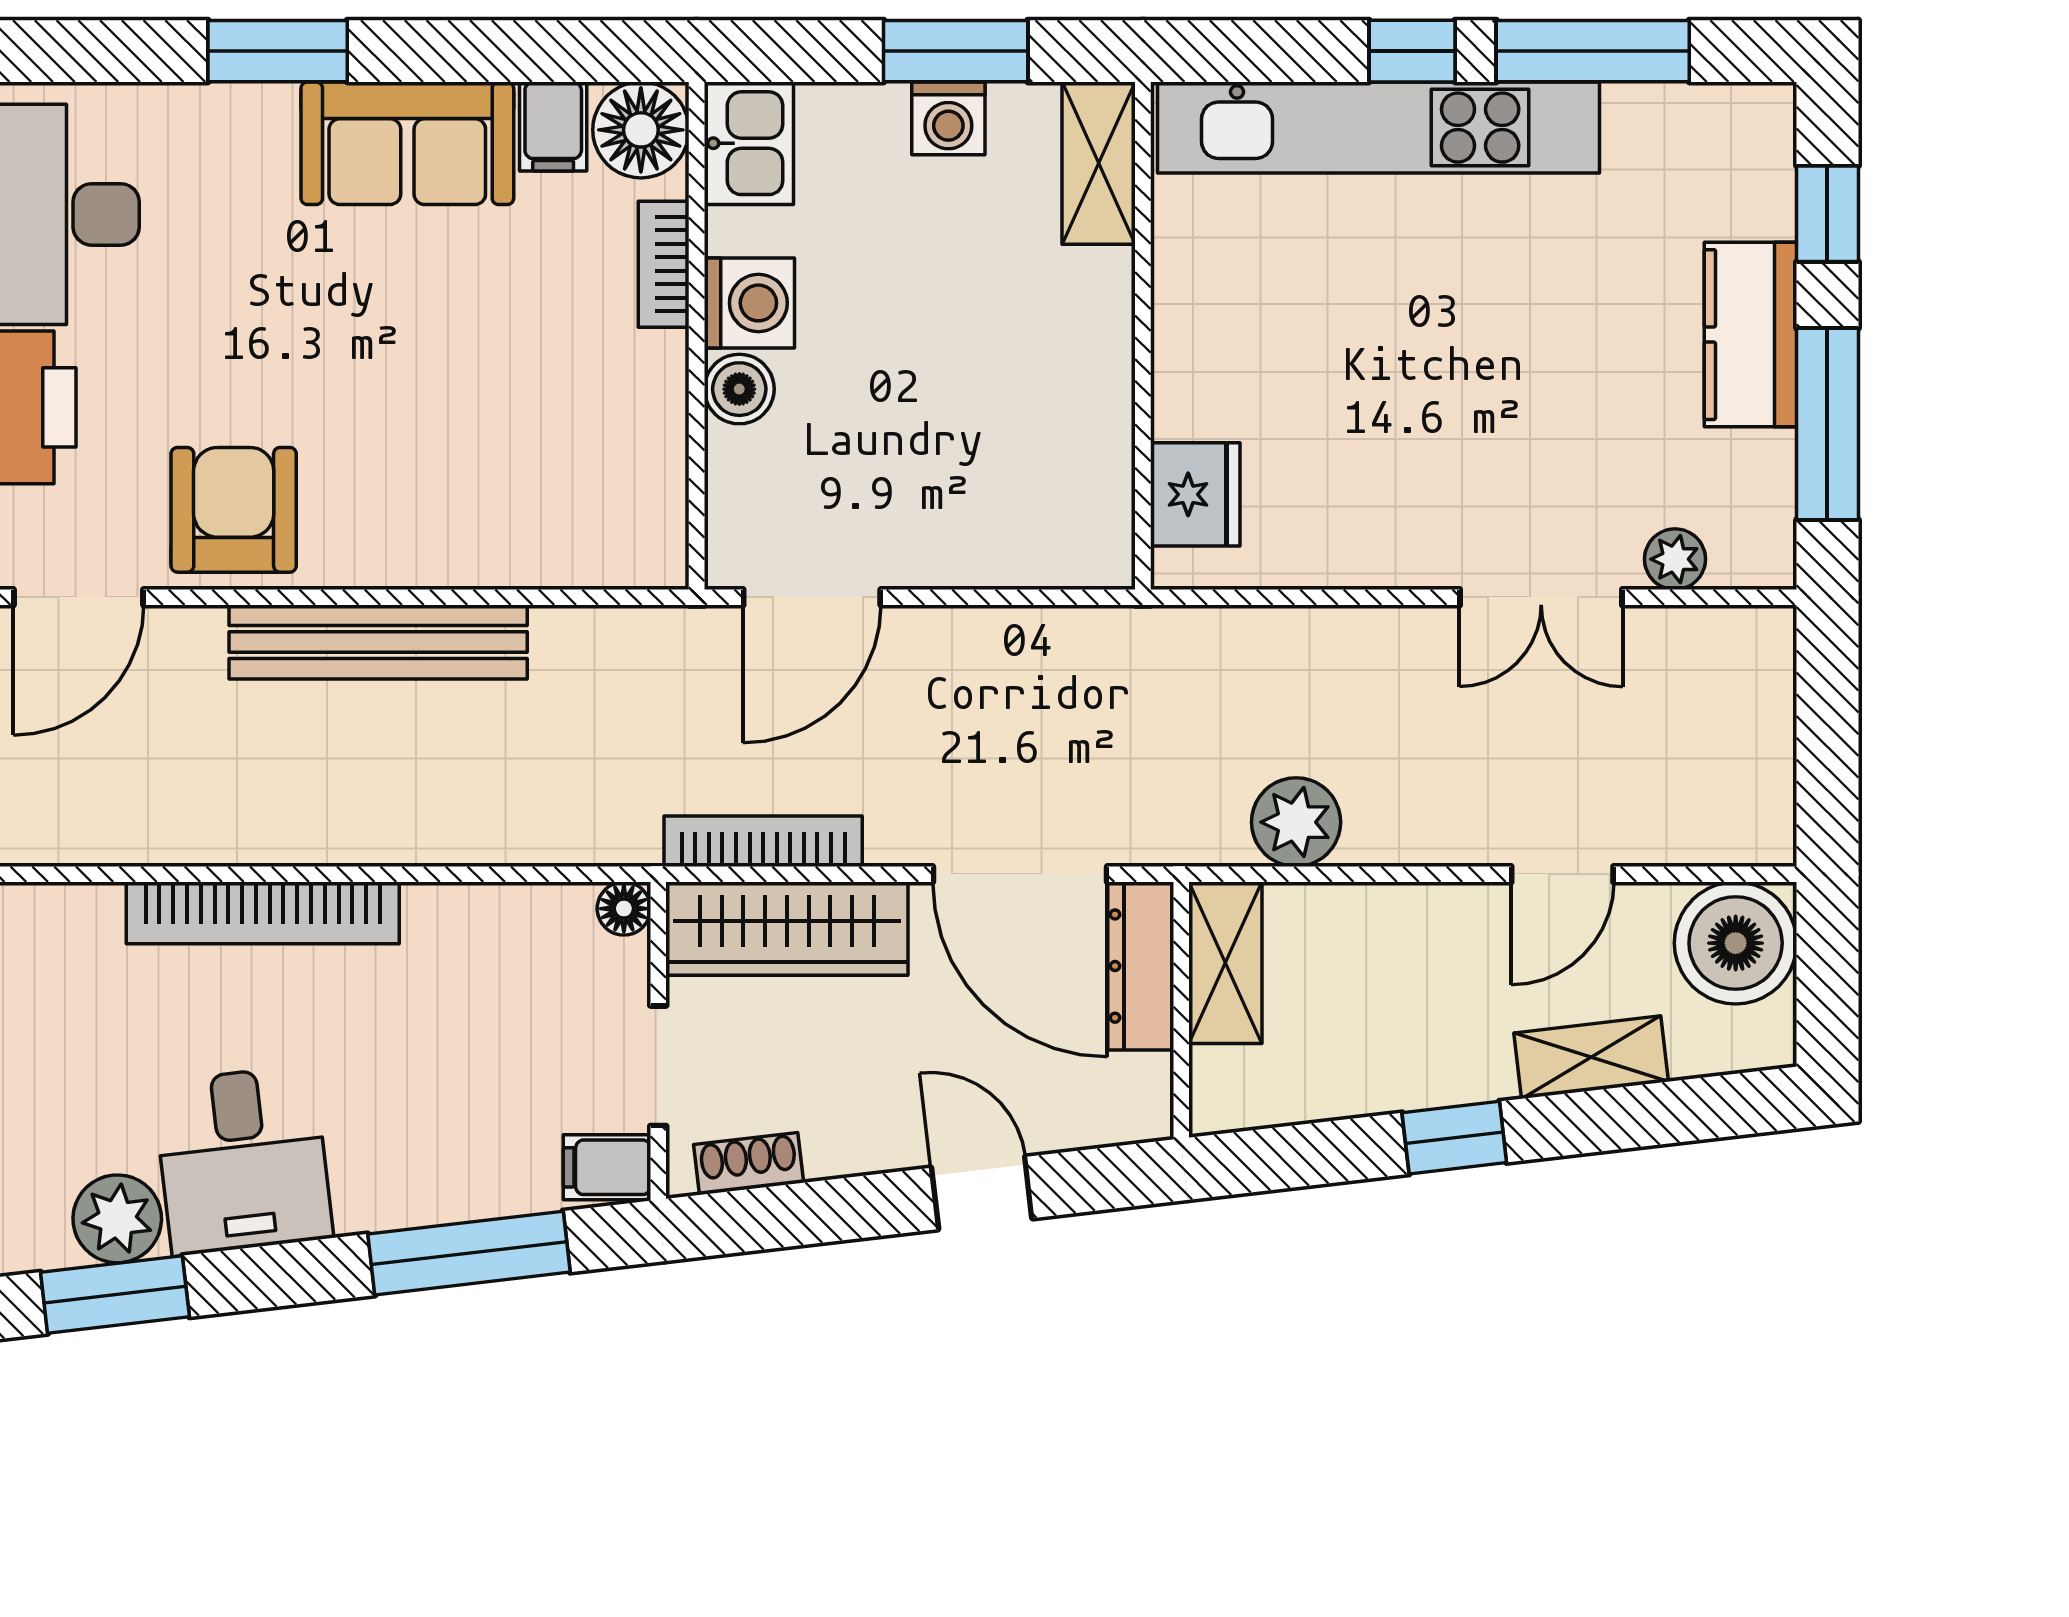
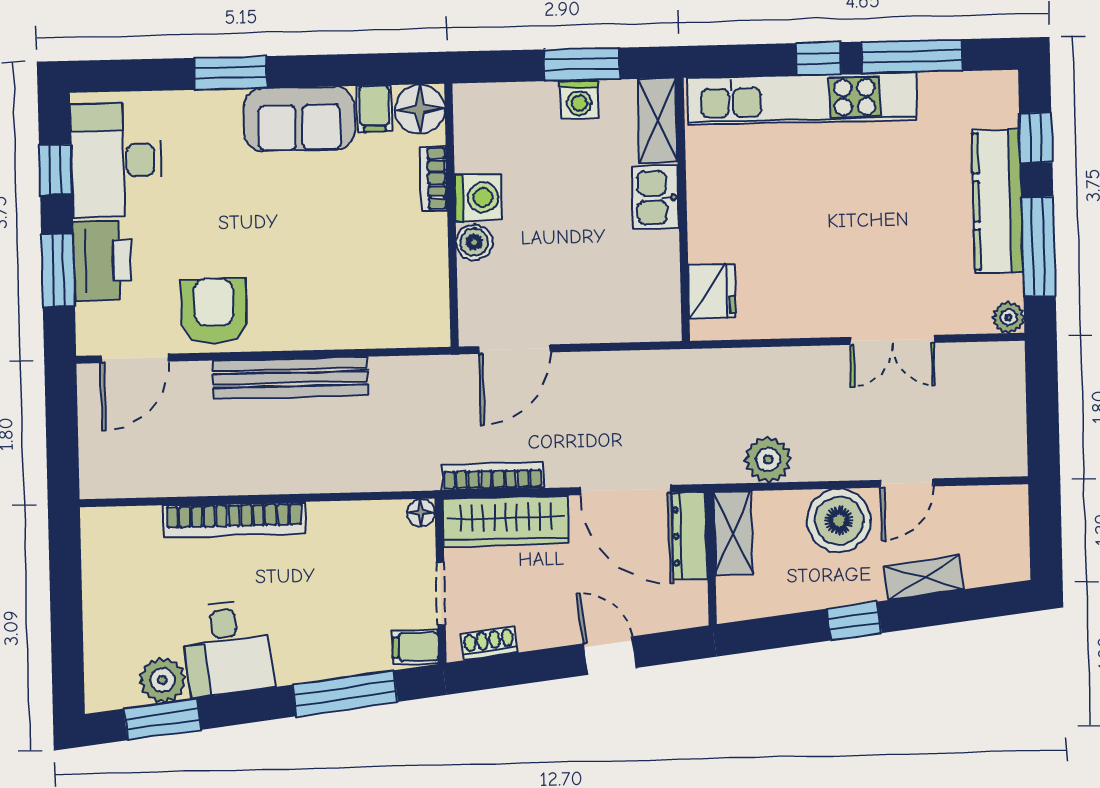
kitchen sink: (749, 143) -> (655, 198), moved, turned 180
kitchen counter: (1751, 335) -> (997, 201), width x1.50
plant: (1675, 559) -> (1008, 317), moved
boiler: (1736, 943) -> (839, 520), moved

